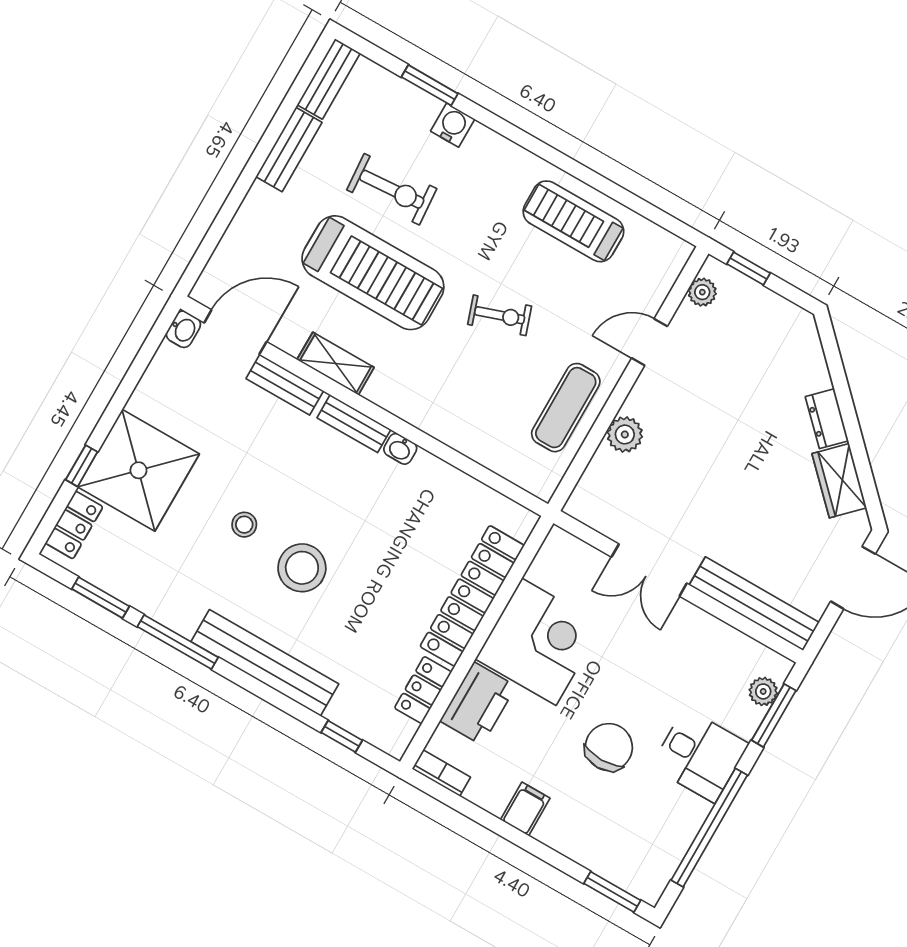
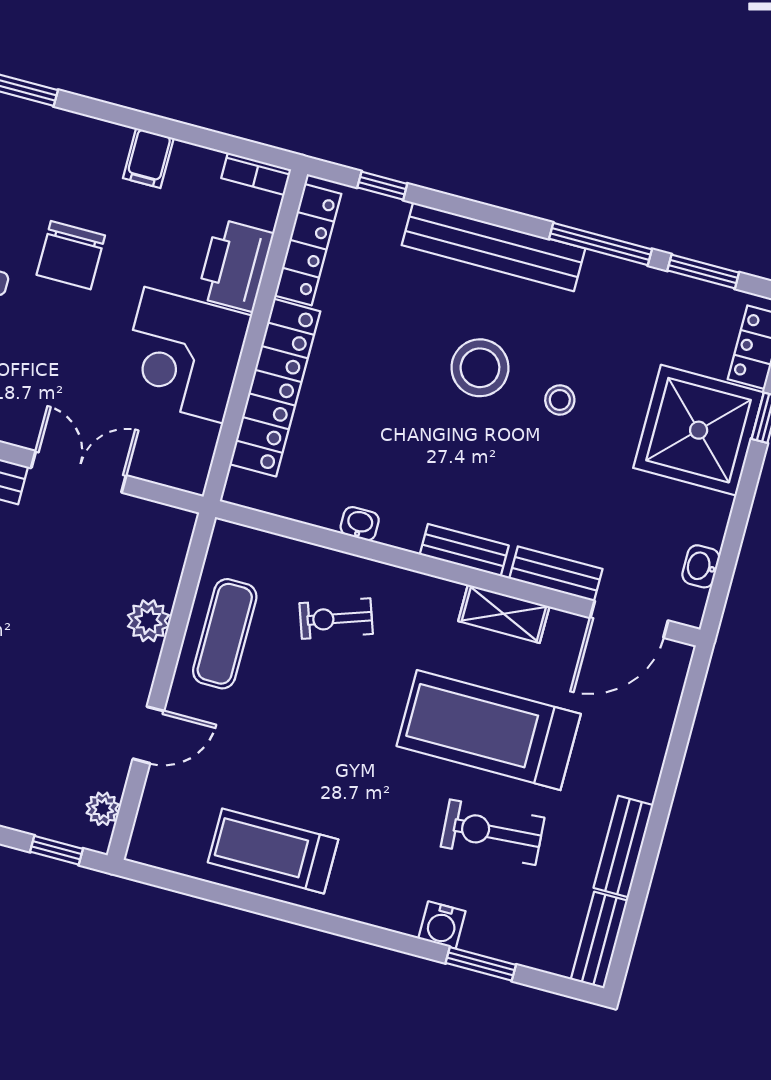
treadmill: (573, 221) -> (273, 851), turned 180
exercise bike: (500, 315) -> (336, 619), moved
washbasin: (183, 329) -> (701, 566), moved
washbasin: (400, 449) -> (360, 524), moved
locker: (423, 690) -> (308, 245), width x1.53

